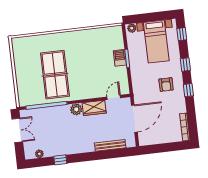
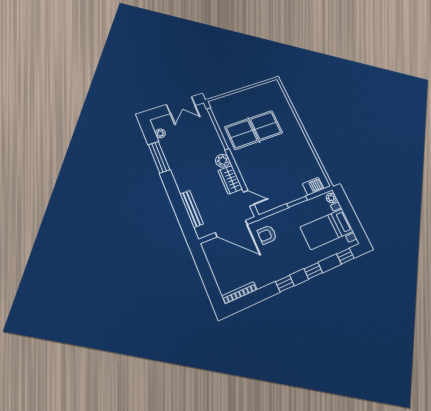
barbecue: (120, 58) -> (313, 186), moved
armchair: (166, 85) -> (267, 235), moved
window: (60, 160) -> (159, 157), width x2.17

